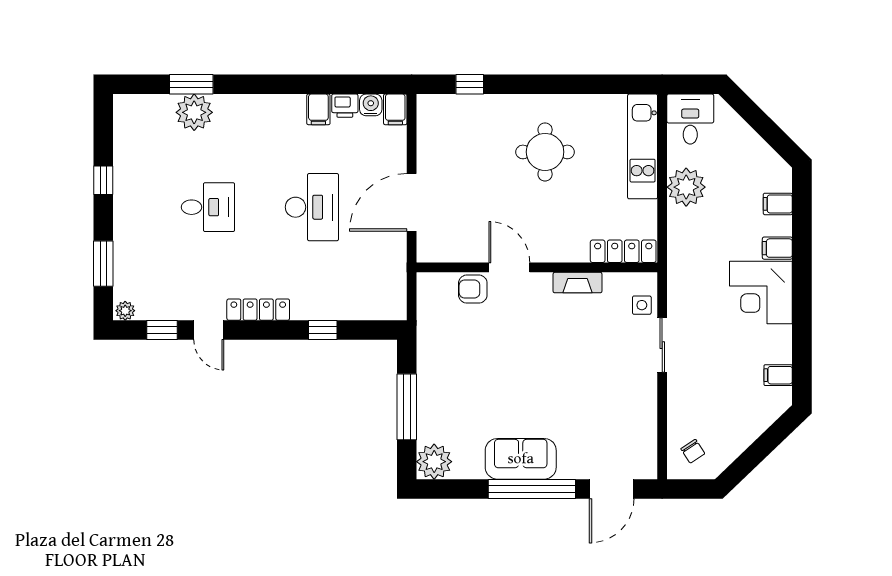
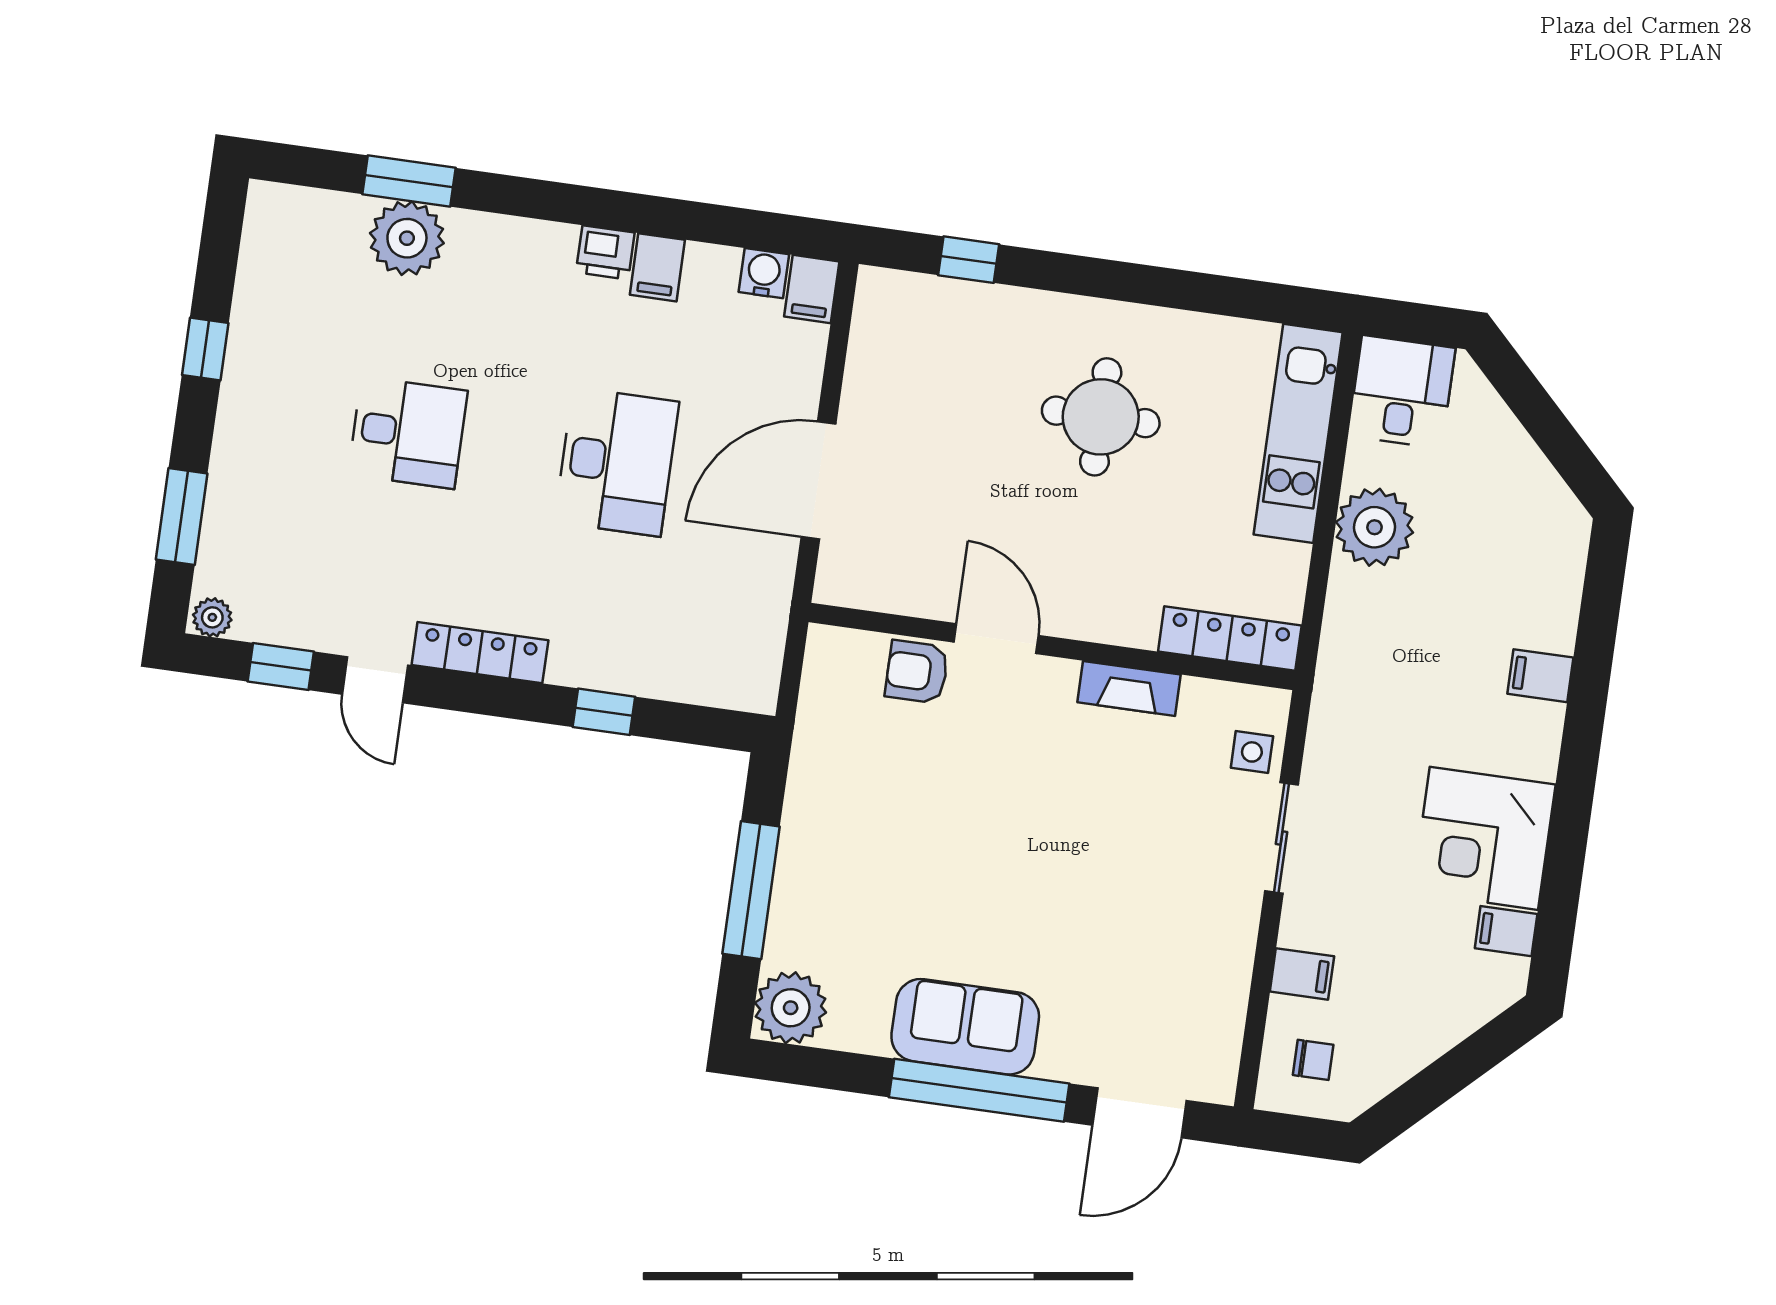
printer: (345, 106) -> (605, 252), moved
filing cabinet: (778, 204) -> (1302, 974), moved, turned 180
corner desk: (761, 292) -> (1484, 838), moved
chair: (693, 451) -> (1313, 1060), turned -57

